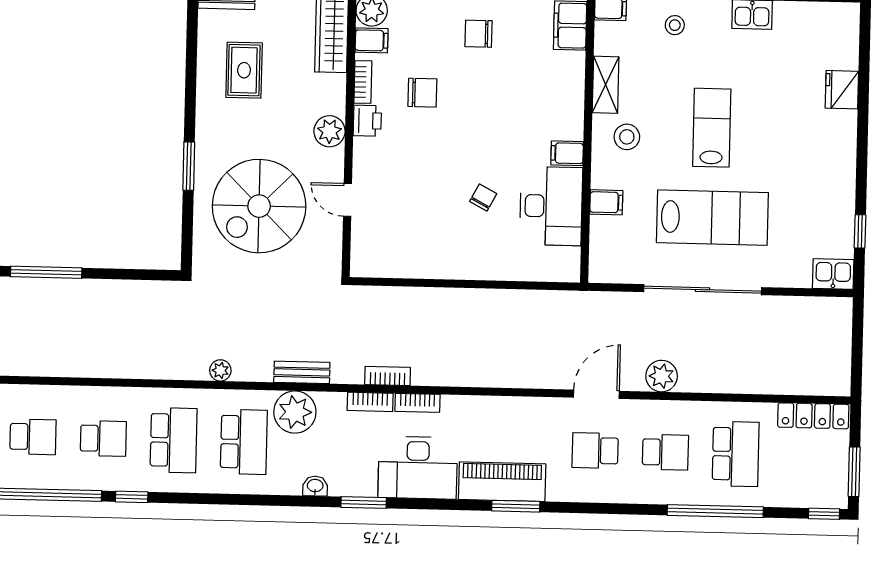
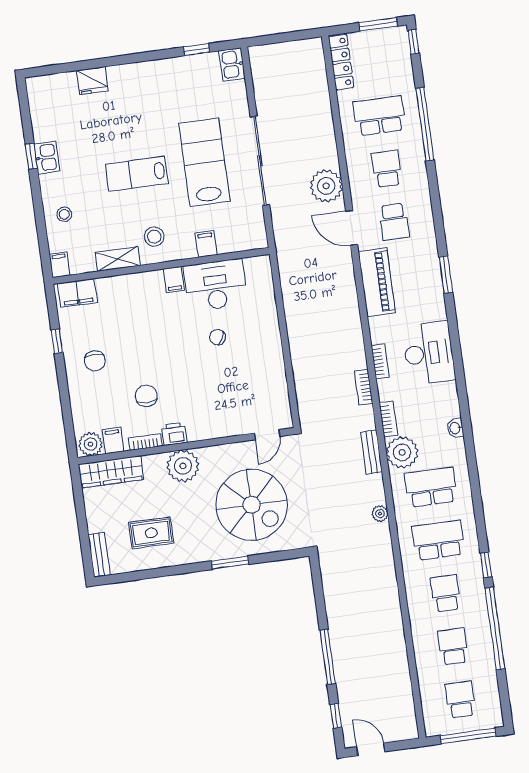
plant: (329, 131) -> (183, 466), width x1.36, depth x1.36
door: (347, 200) -> (267, 435), moved
plant: (662, 376) -> (326, 186), width x1.36, depth x1.36
bookcase: (370, 402) -> (388, 419), moved
piano: (502, 482) -> (377, 282), moved, turned 180
window: (364, 502) -> (462, 390), removed

